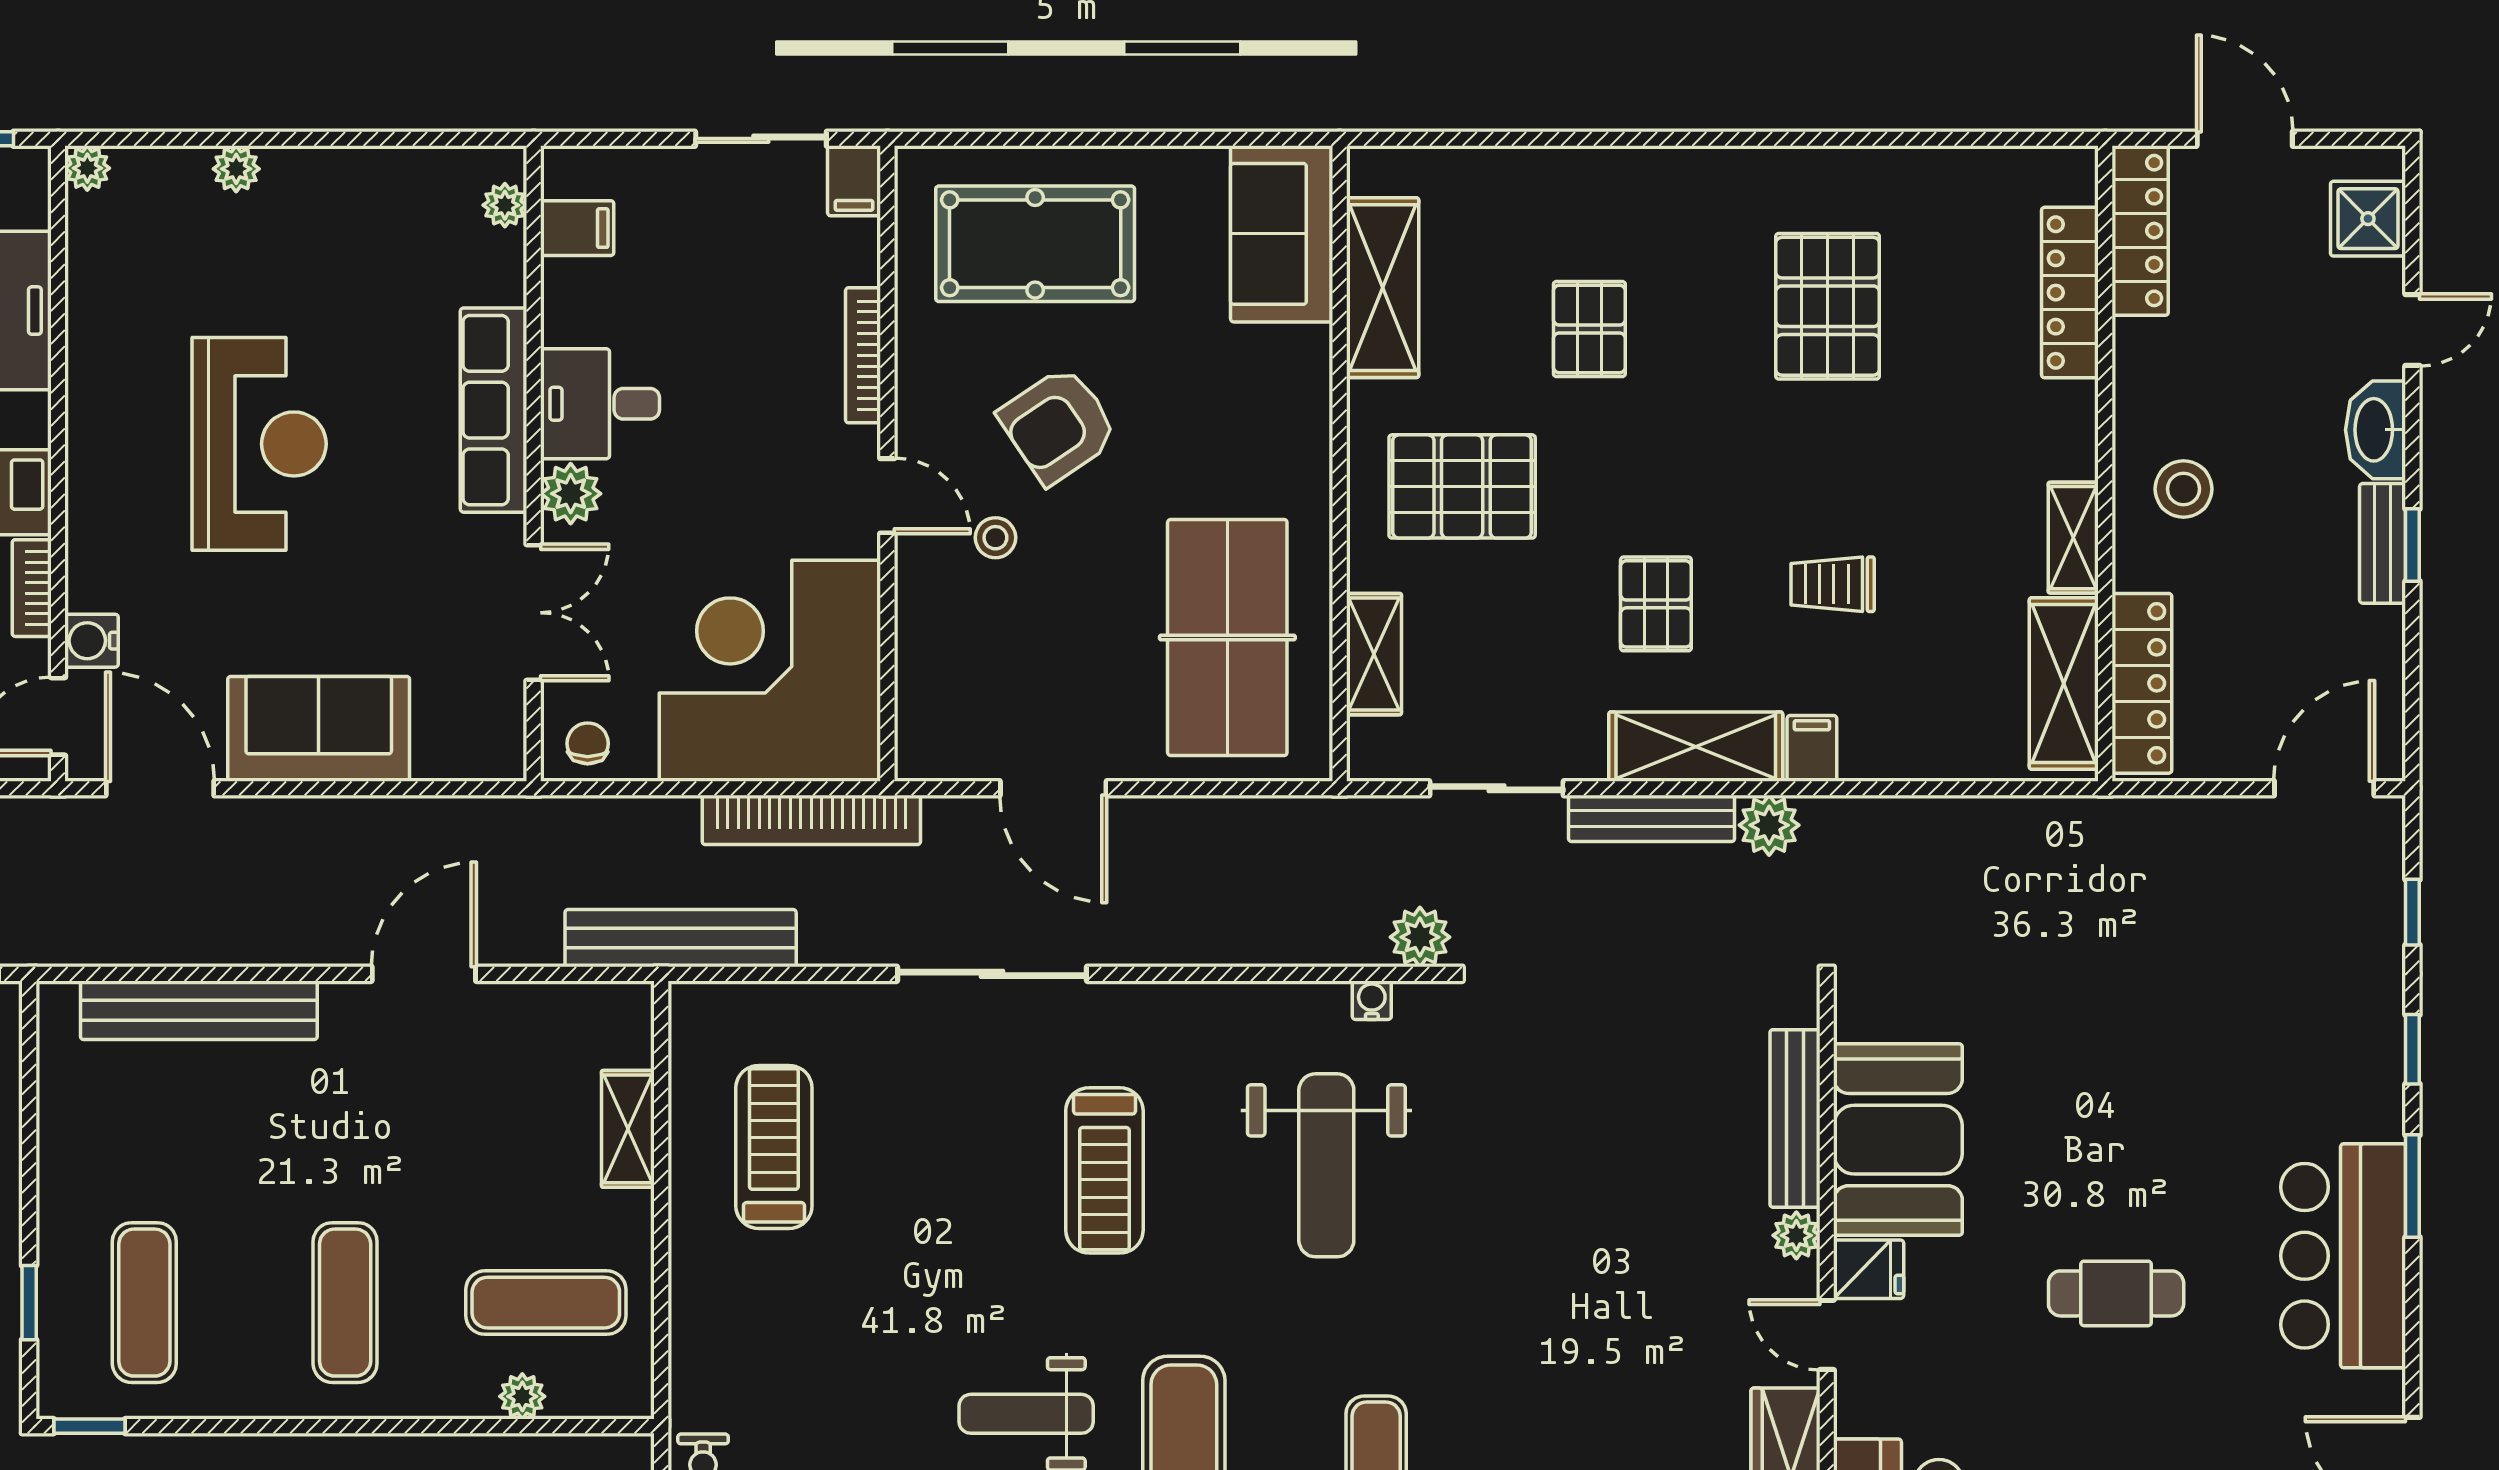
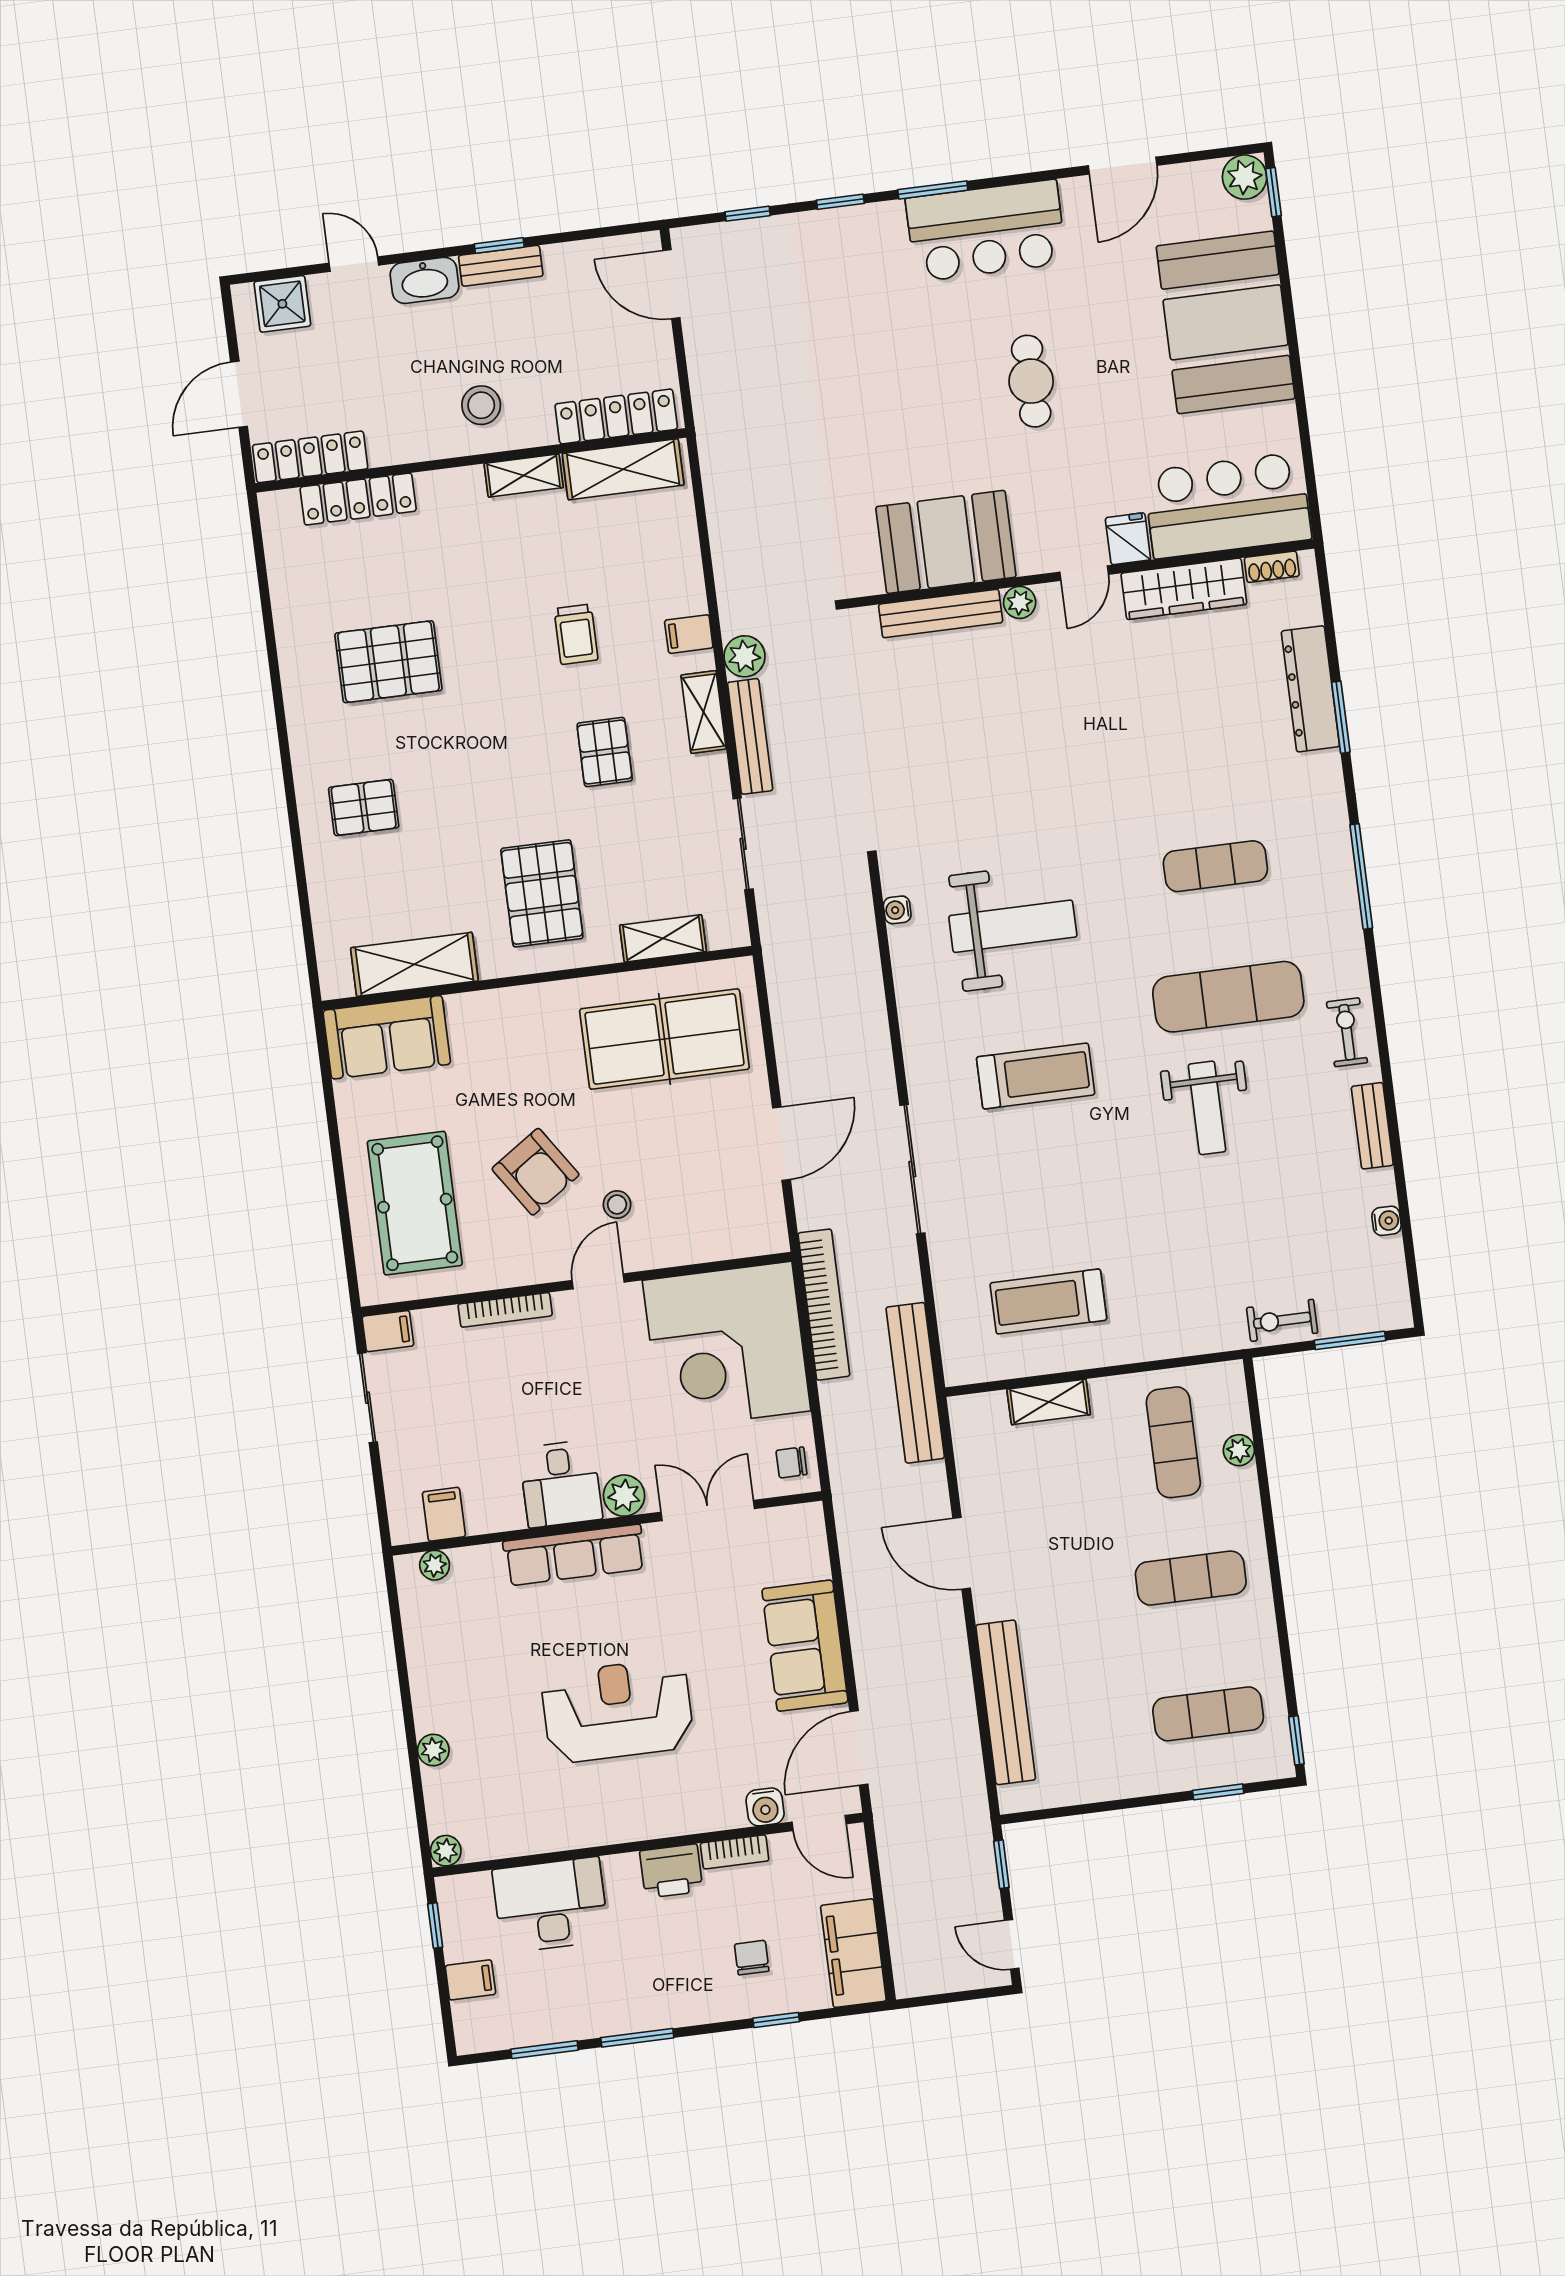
pallet: (1589, 329) -> (364, 807), moved
pallet: (1656, 604) -> (605, 752), turned 90
shelving: (1696, 747) -> (704, 712), width x0.67, depth x0.75
plant: (1420, 937) -> (850, 883), removed
fridge: (1869, 1269) -> (1128, 539), moved

